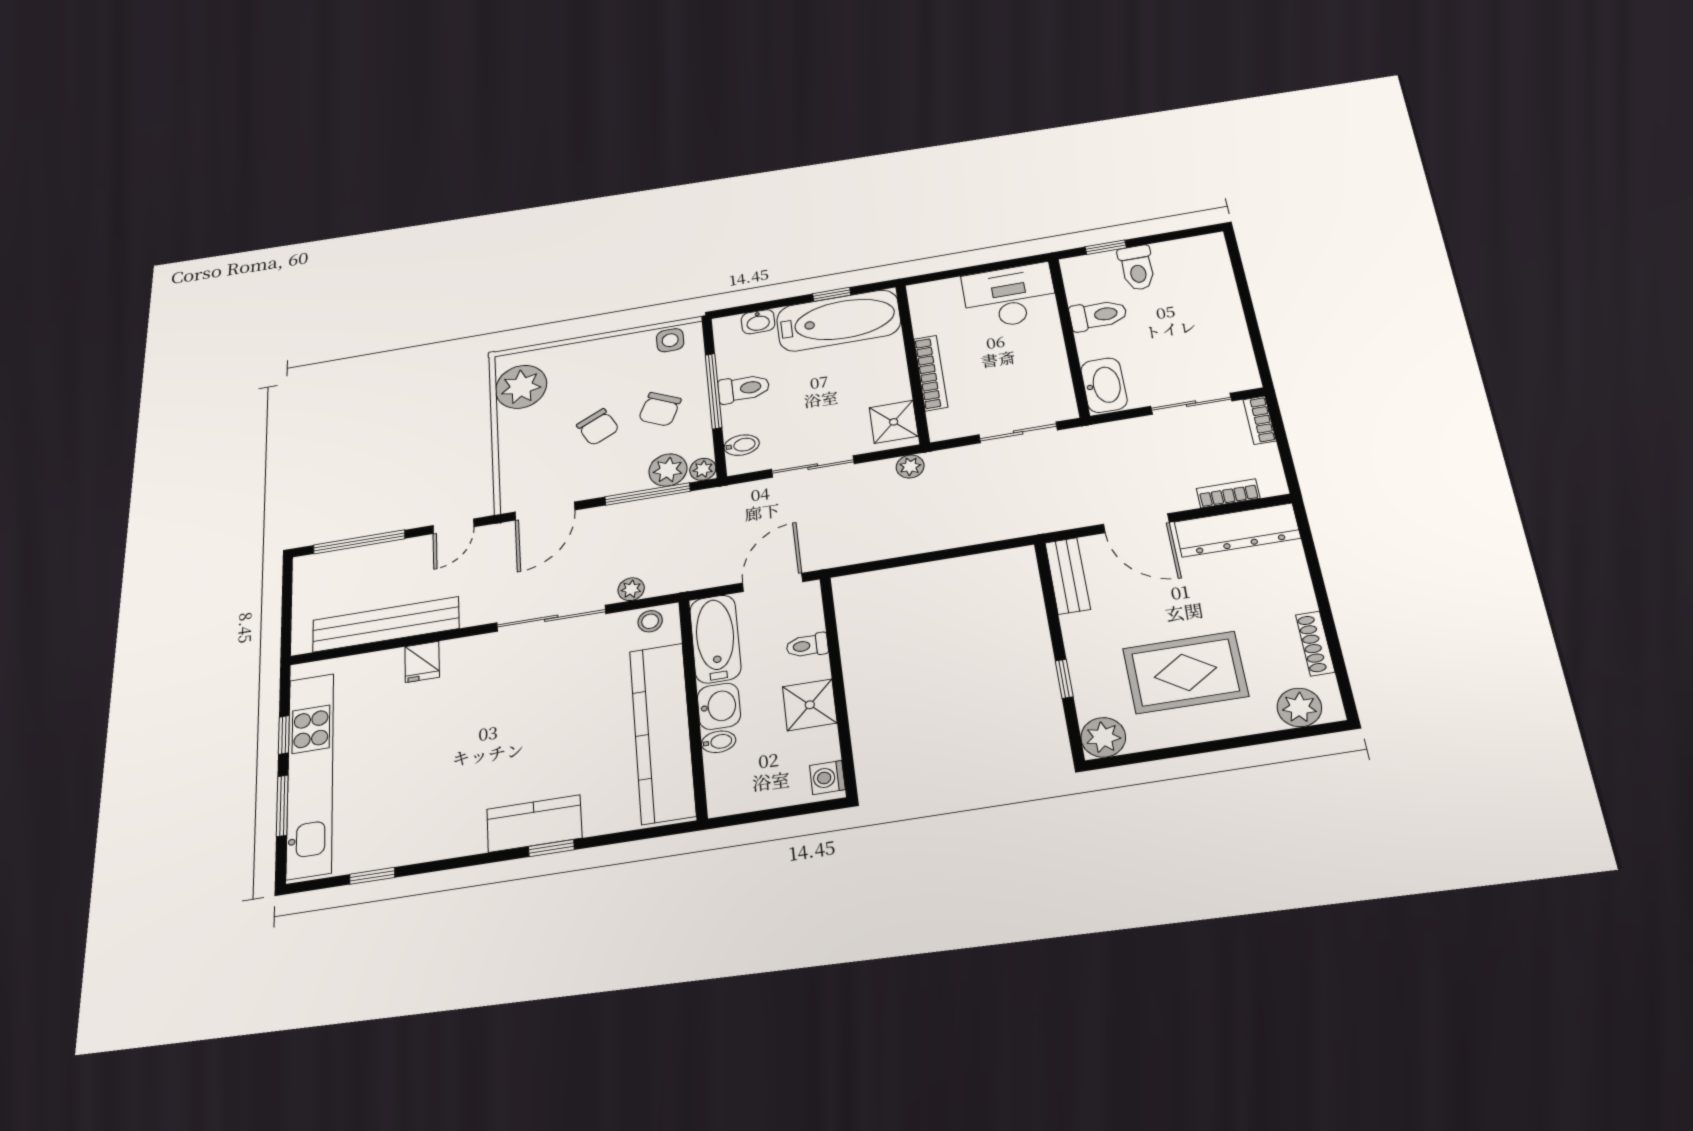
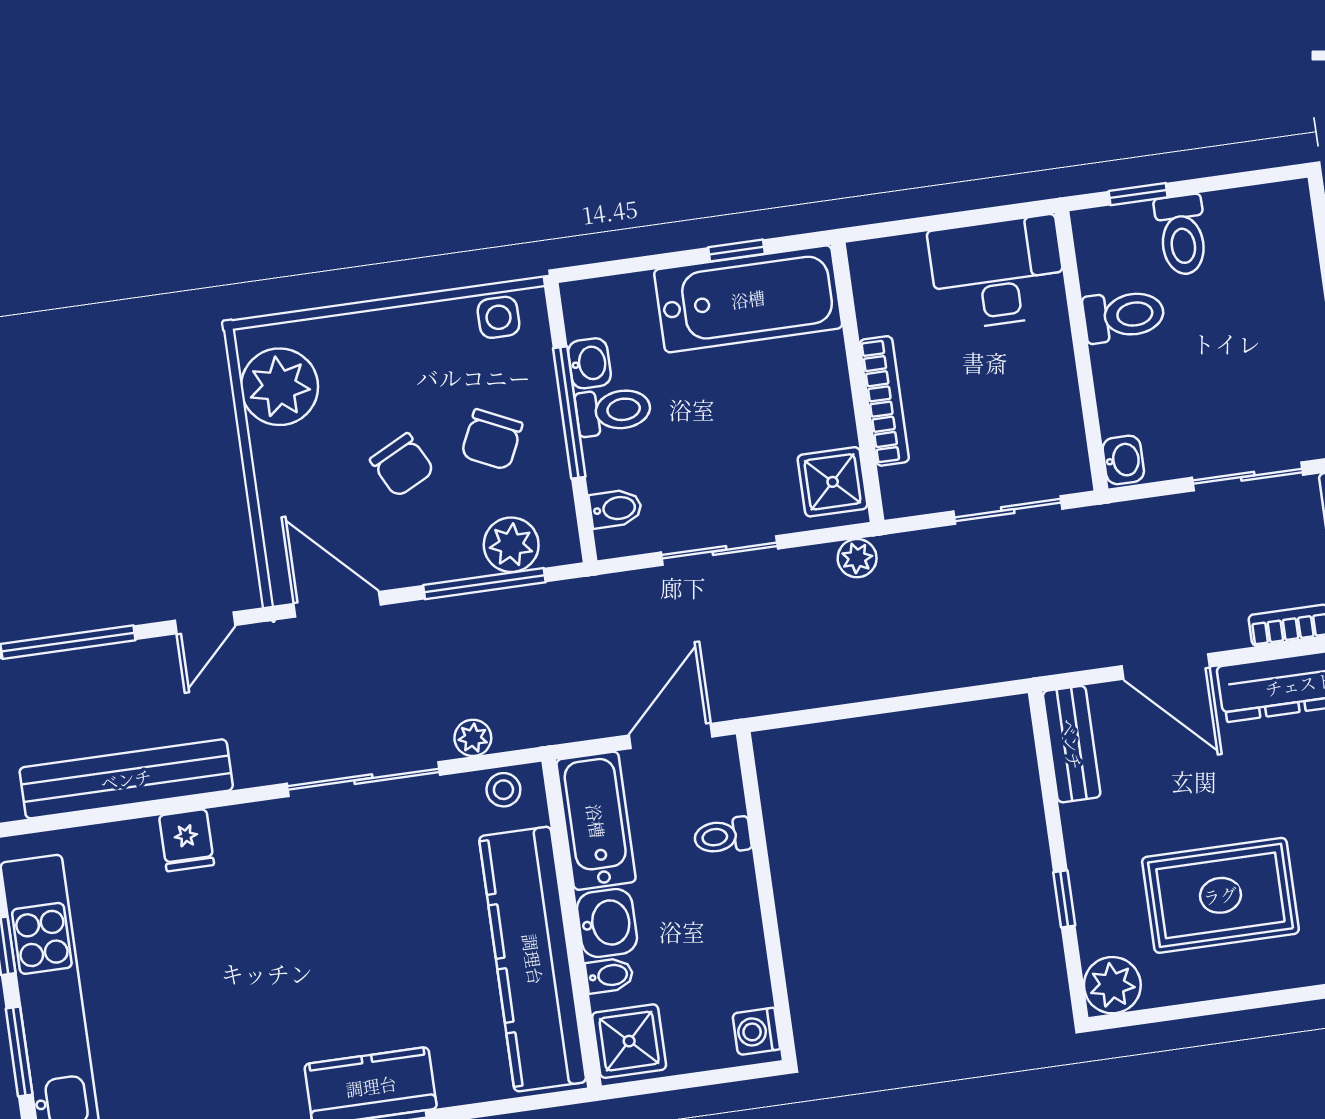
washbasin: (758, 322) -> (589, 363), moved, turned -90
washbasin: (1104, 385) -> (1123, 460), width x0.52, depth x0.69
plant: (703, 469) -> (562, 546), removed
door: (545, 511) -> (337, 604), swing flipped
shower: (810, 705) -> (629, 1041), moved

